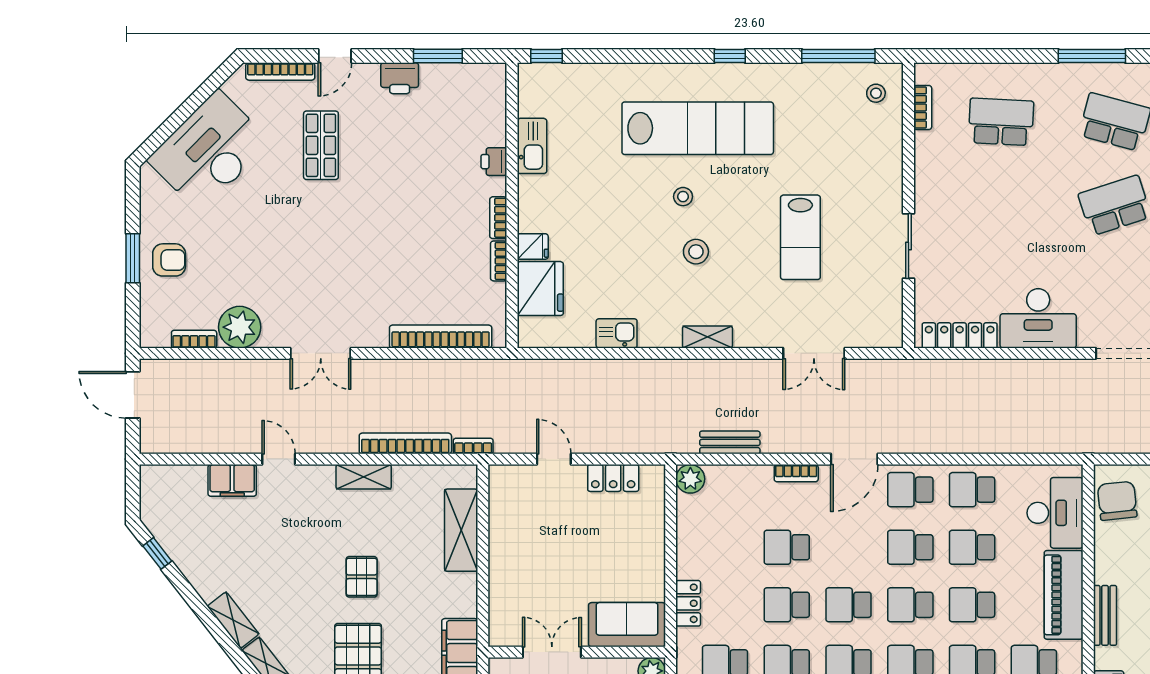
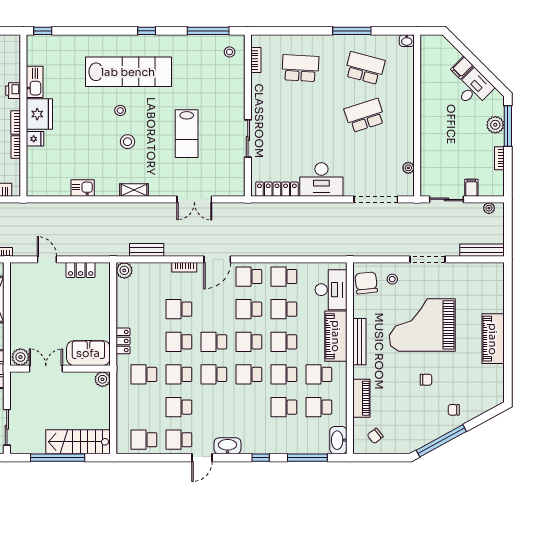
fridge: (540, 289) -> (39, 114), moved
bench: (1105, 615) -> (359, 342), width x1.36
plant: (507, 632) -> (20, 357), added

